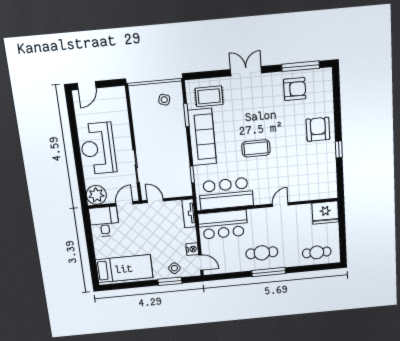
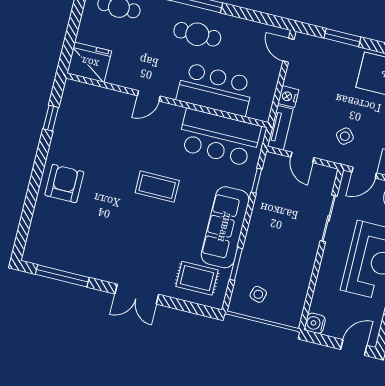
armchair: (295, 89) -> (79, 249), removed
water cooler: (119, 93) -> (315, 323), added
armchair: (318, 129) -> (64, 184), turned 180
window: (339, 149) -> (51, 118), moved
door: (155, 201) -> (302, 157), moved
bar counter: (223, 225) -> (215, 89), moved
nightstand: (192, 249) -> (288, 97), moved
side table: (174, 268) -> (345, 136), moved

